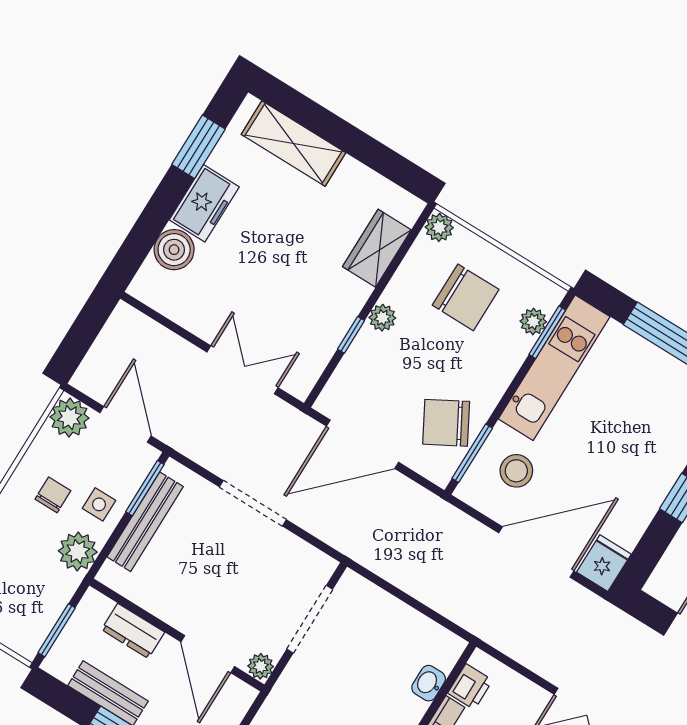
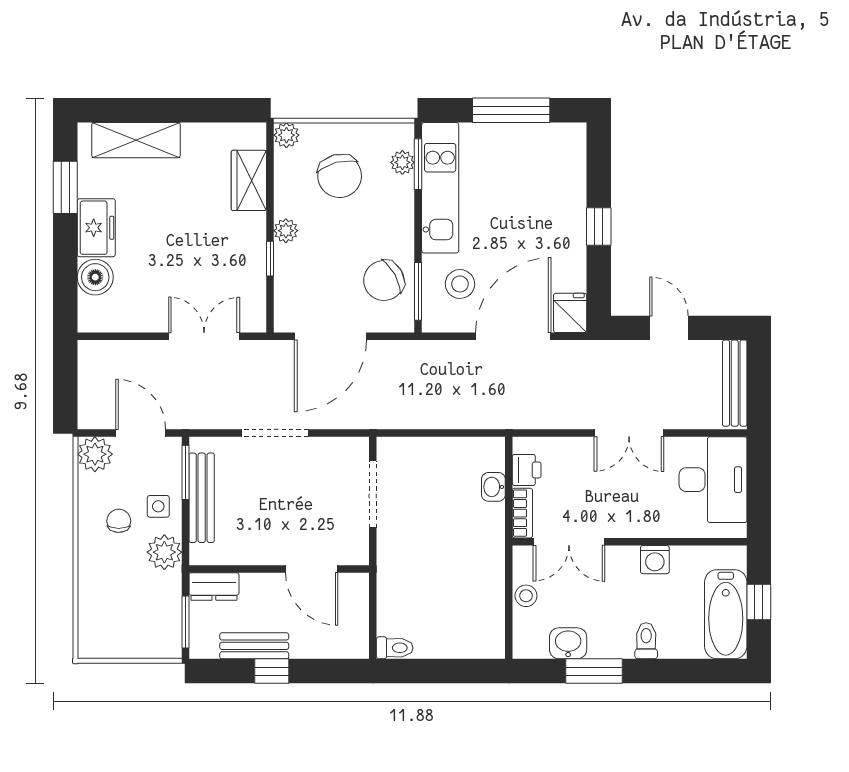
chair: (466, 297) -> (340, 176), turned 75
dresser: (133, 631) -> (214, 587), moved
plant: (261, 666) -> (358, 553), removed

